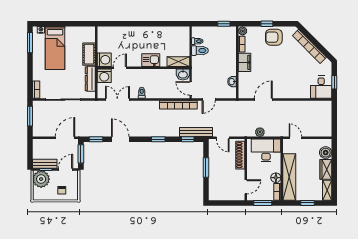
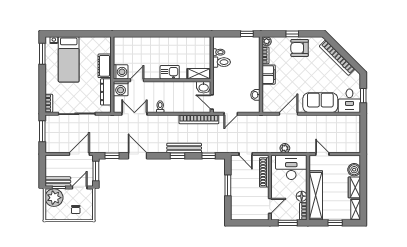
sofa: (293, 89) -> (320, 103), added
bench: (196, 132) -> (184, 148), moved

